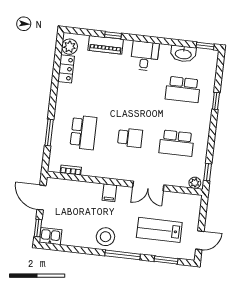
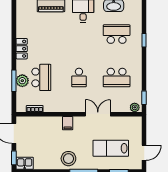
plant: (70, 47) -> (22, 81), moved
locker: (66, 69) -> (22, 49), moved
school desk: (183, 89) -> (117, 34), turned 180
school desk: (130, 138) -> (79, 77), turned 90
double door: (148, 186) -> (98, 114), swing flipped

